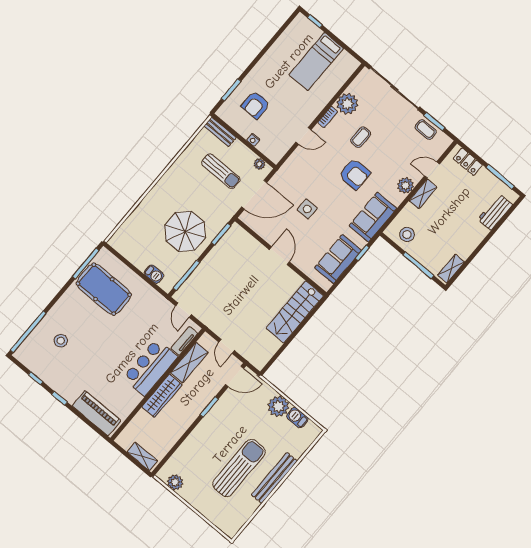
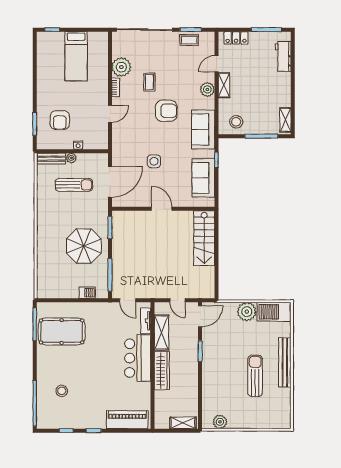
plant: (259, 164) -> (71, 158), moved
barbecue: (297, 418) -> (274, 312), width x1.88, depth x1.53
sun lounger: (239, 468) -> (255, 376), width x0.73, depth x0.75

